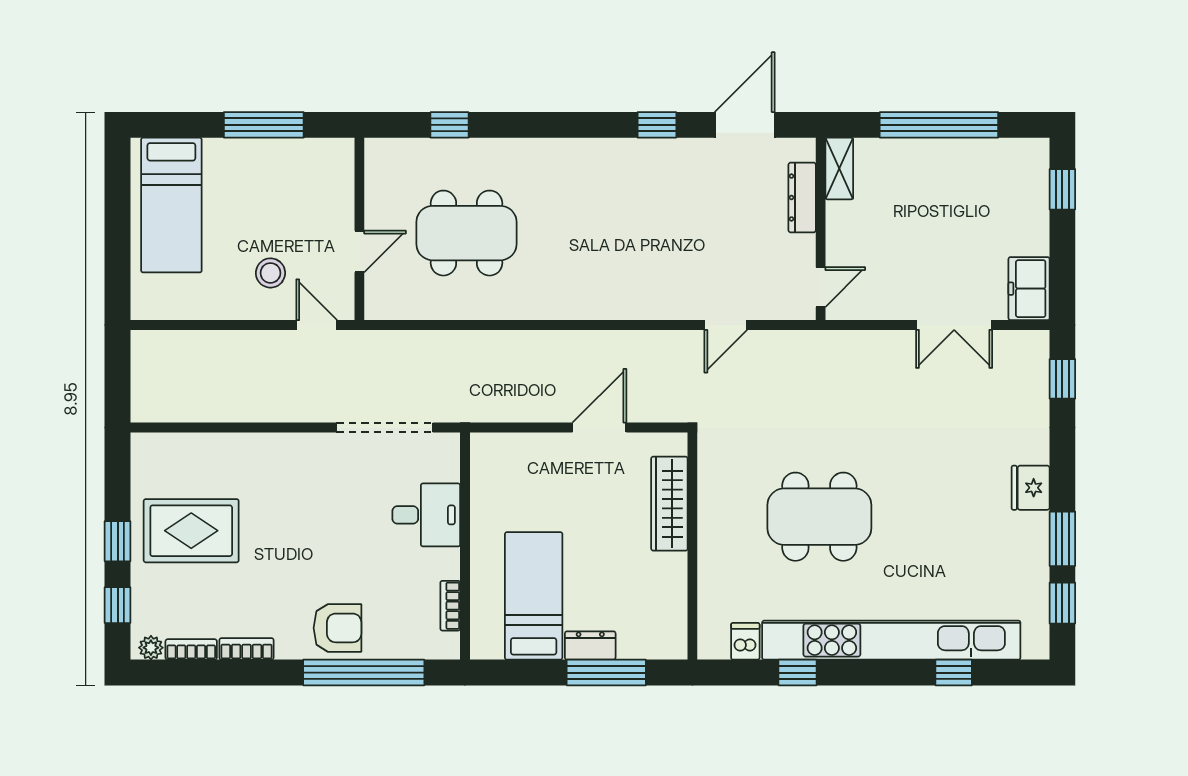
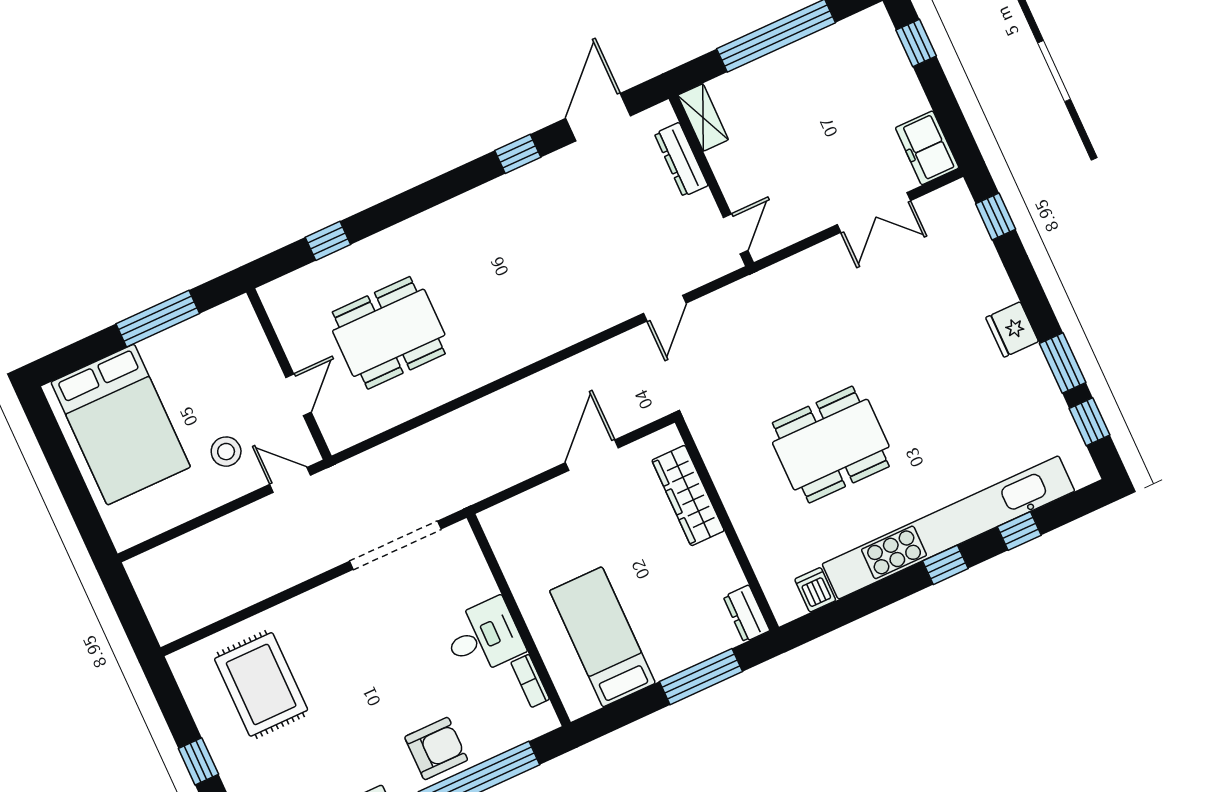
bed: (171, 205) -> (121, 425), width x1.50
desk: (426, 515) -> (483, 637), moved
rug: (191, 531) -> (261, 684), moved, turned 90
dresser: (590, 645) -> (747, 614), moved, turned -90
window: (797, 673) -> (945, 565), moved

